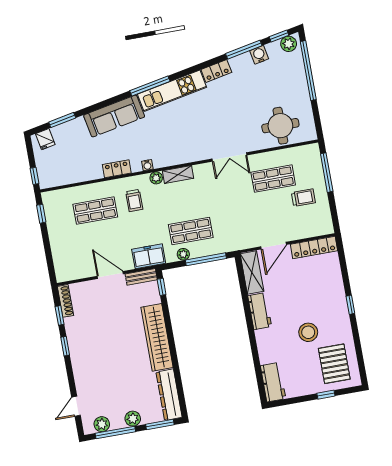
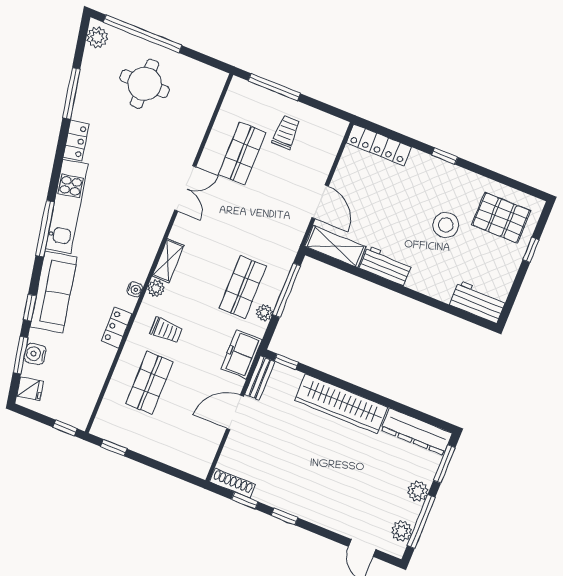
window: (279, 36) -> (30, 308), moved
water cooler: (259, 55) -> (35, 354), moved
round table: (280, 126) -> (145, 84), moved
locker: (314, 247) -> (379, 145), moved, turned 90

